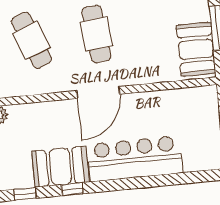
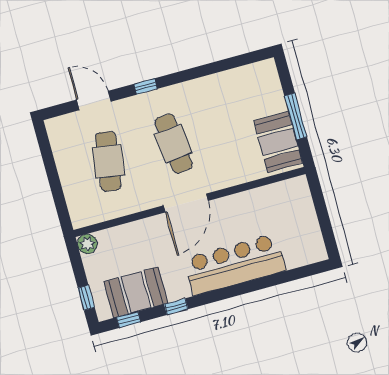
cafe table: (32, 40) -> (108, 161), turned 30
booth: (60, 167) -> (136, 292), moved

